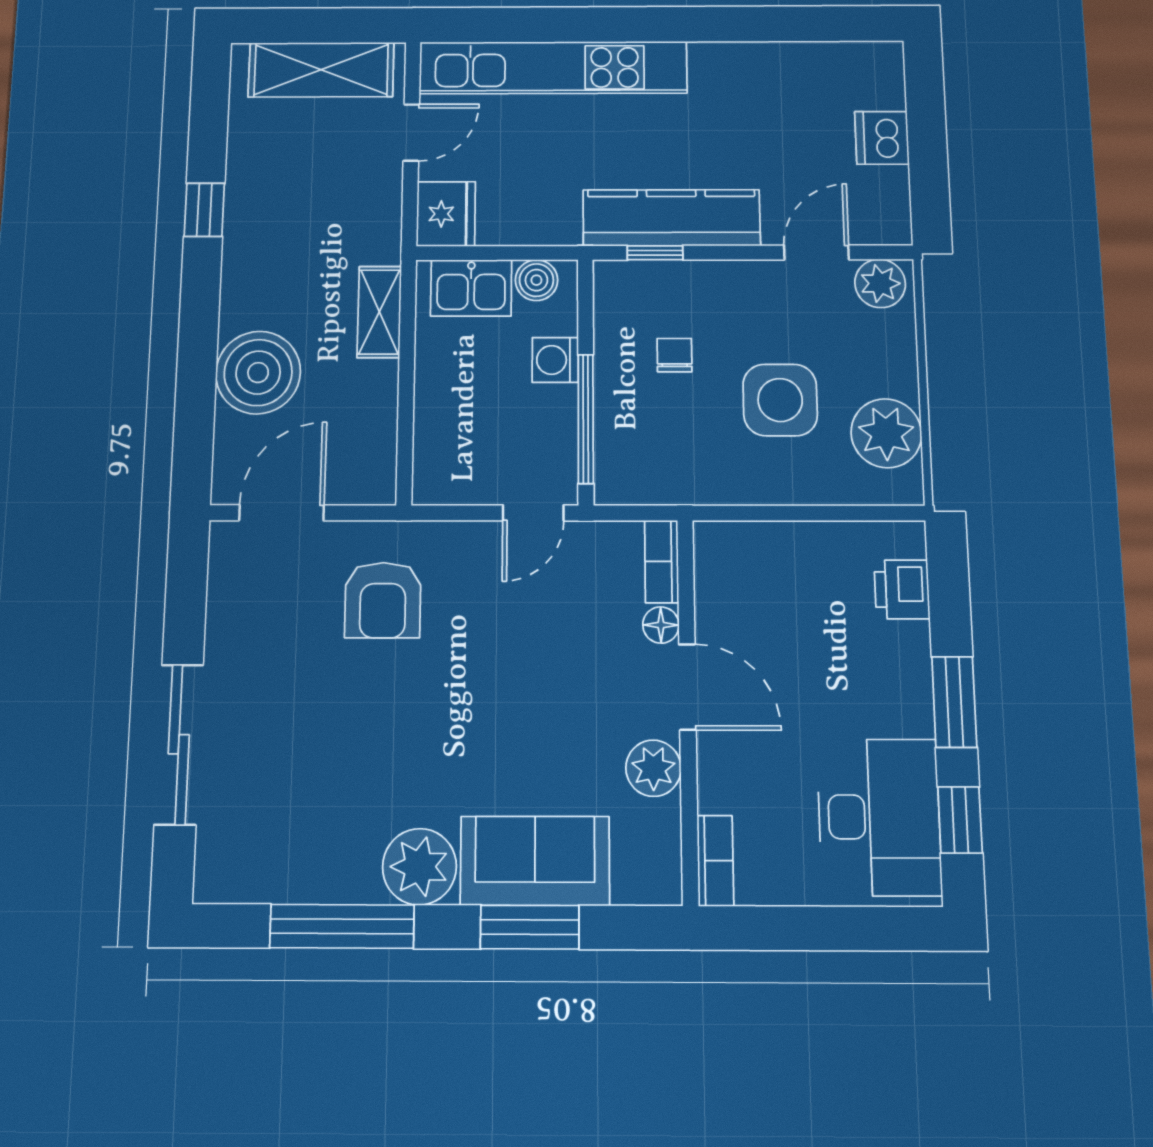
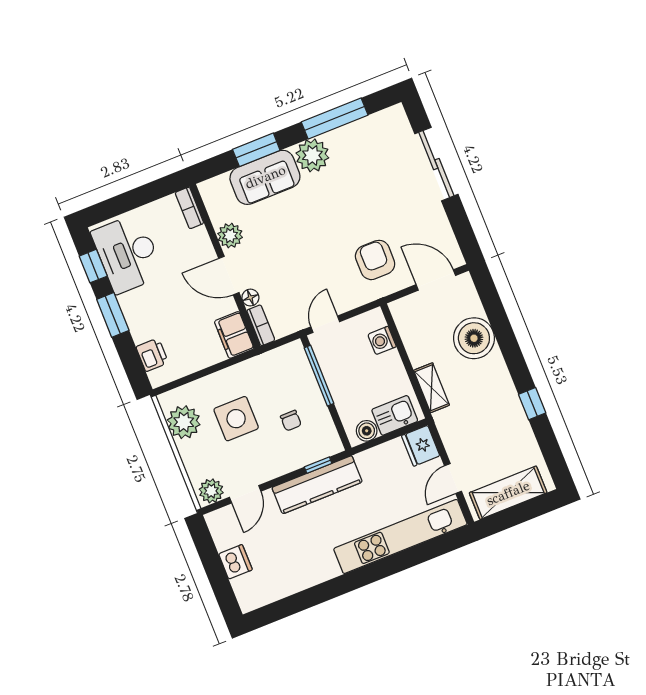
washing machine: (555, 360) -> (382, 340), moved, turned 180
door: (282, 513) -> (436, 280), swing flipped
filing cabinet: (722, 563) -> (234, 335), added

